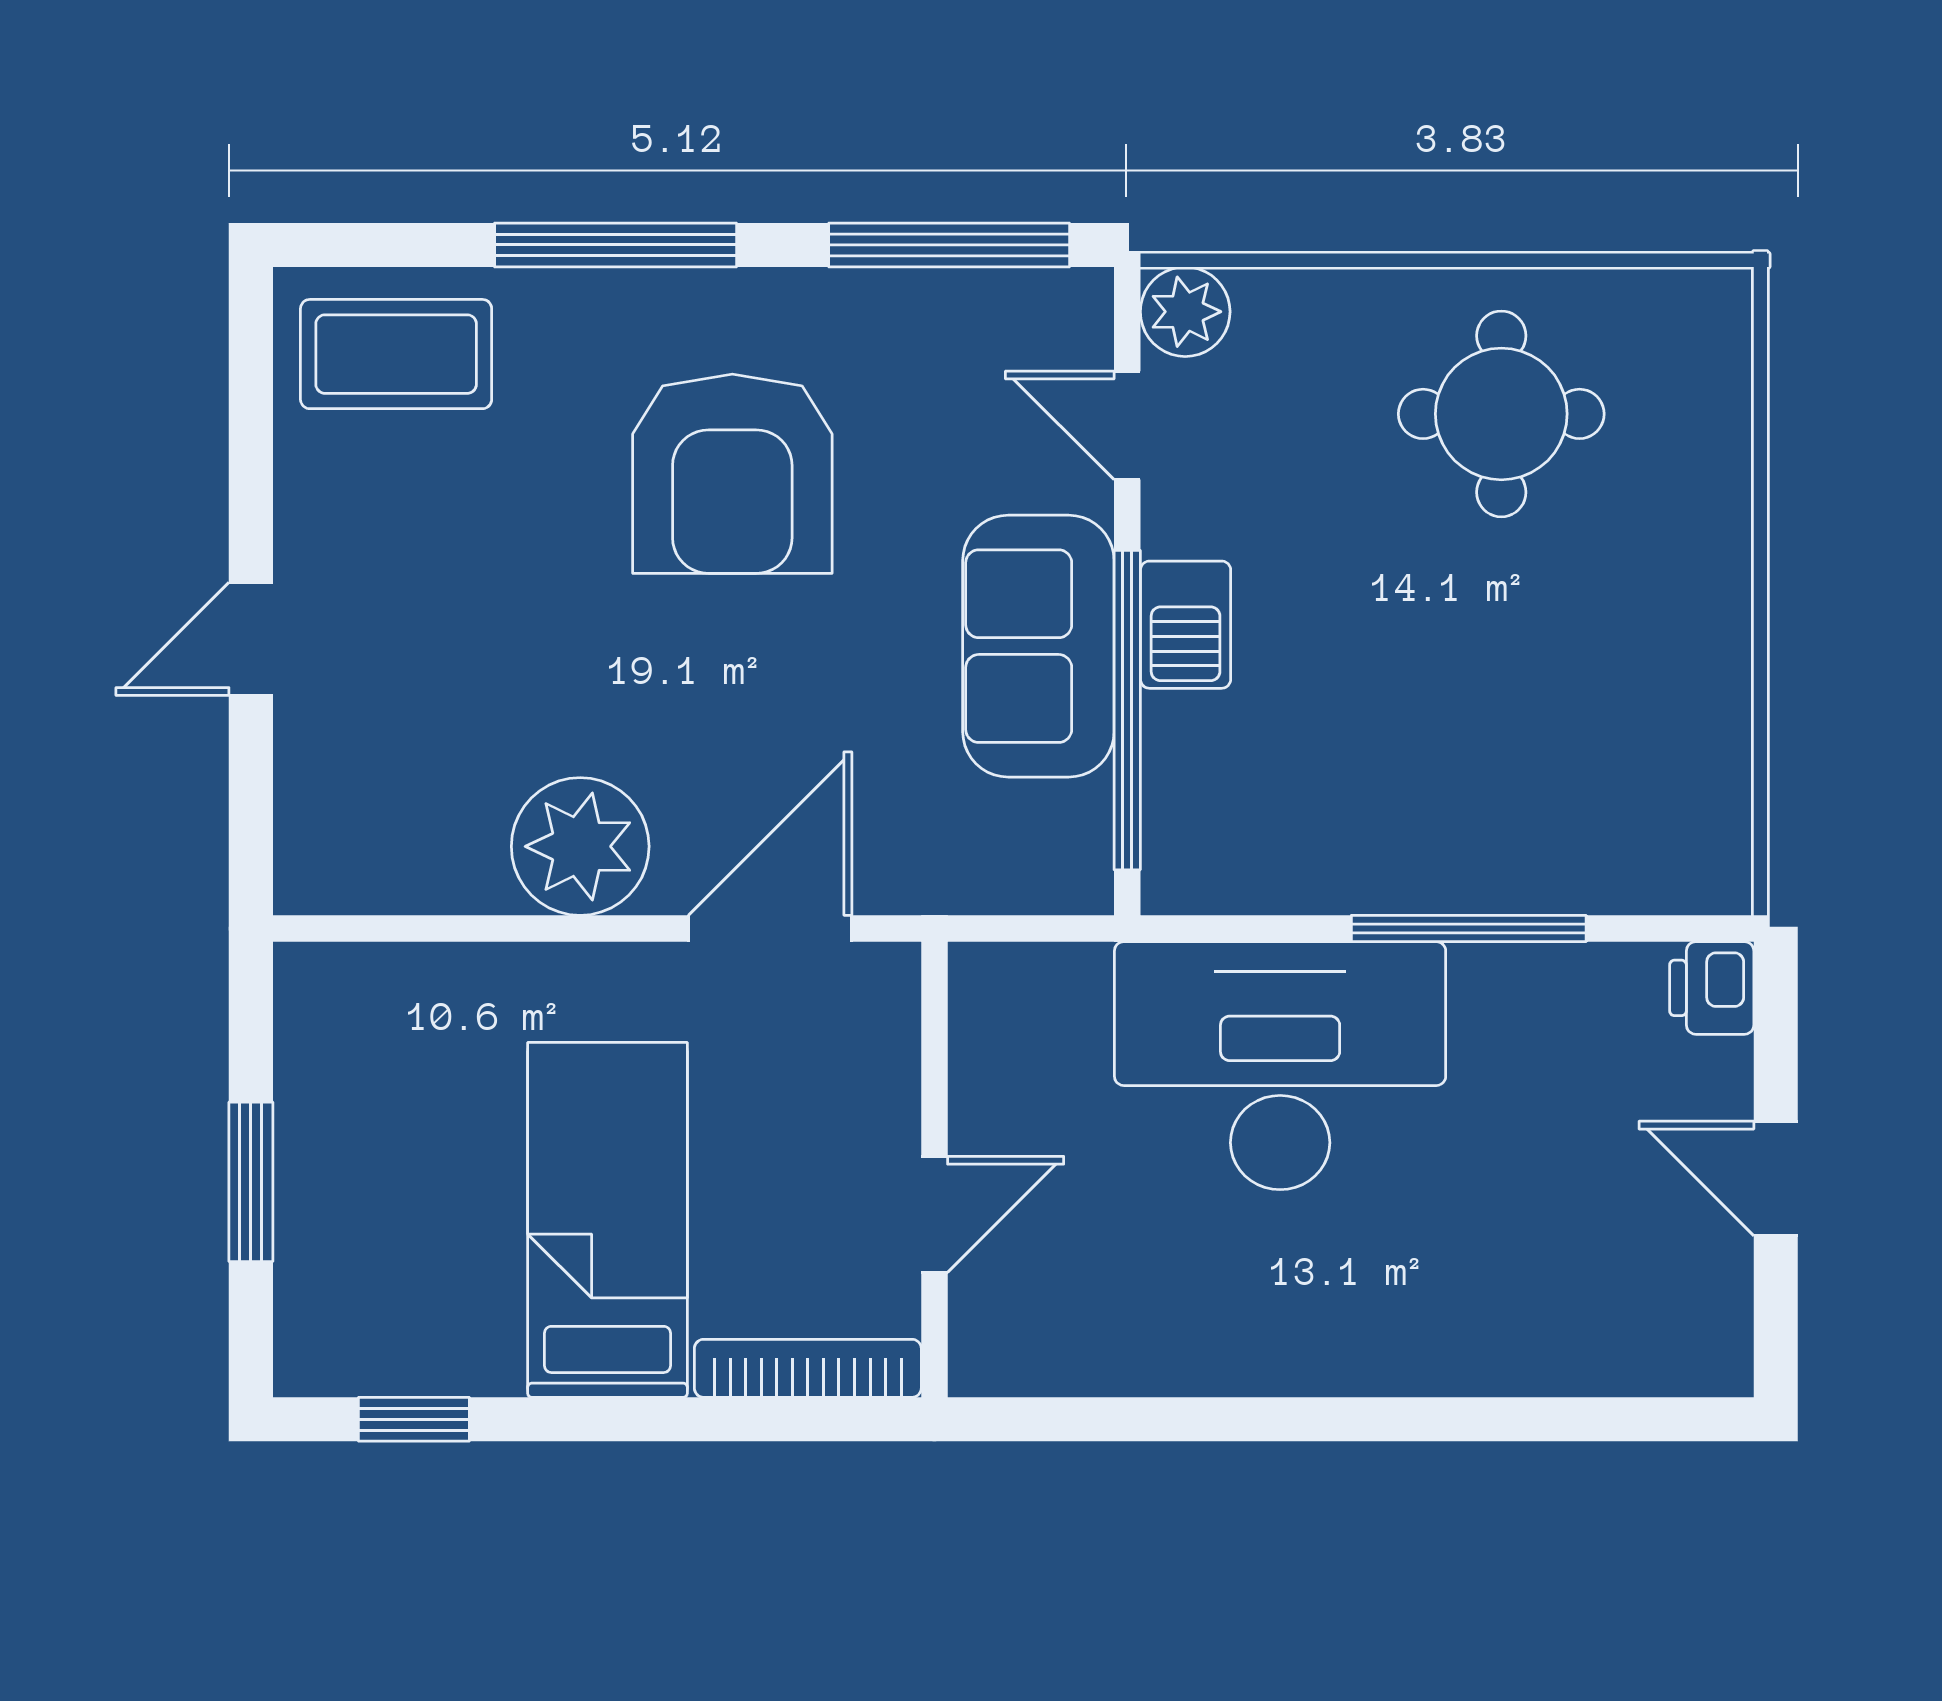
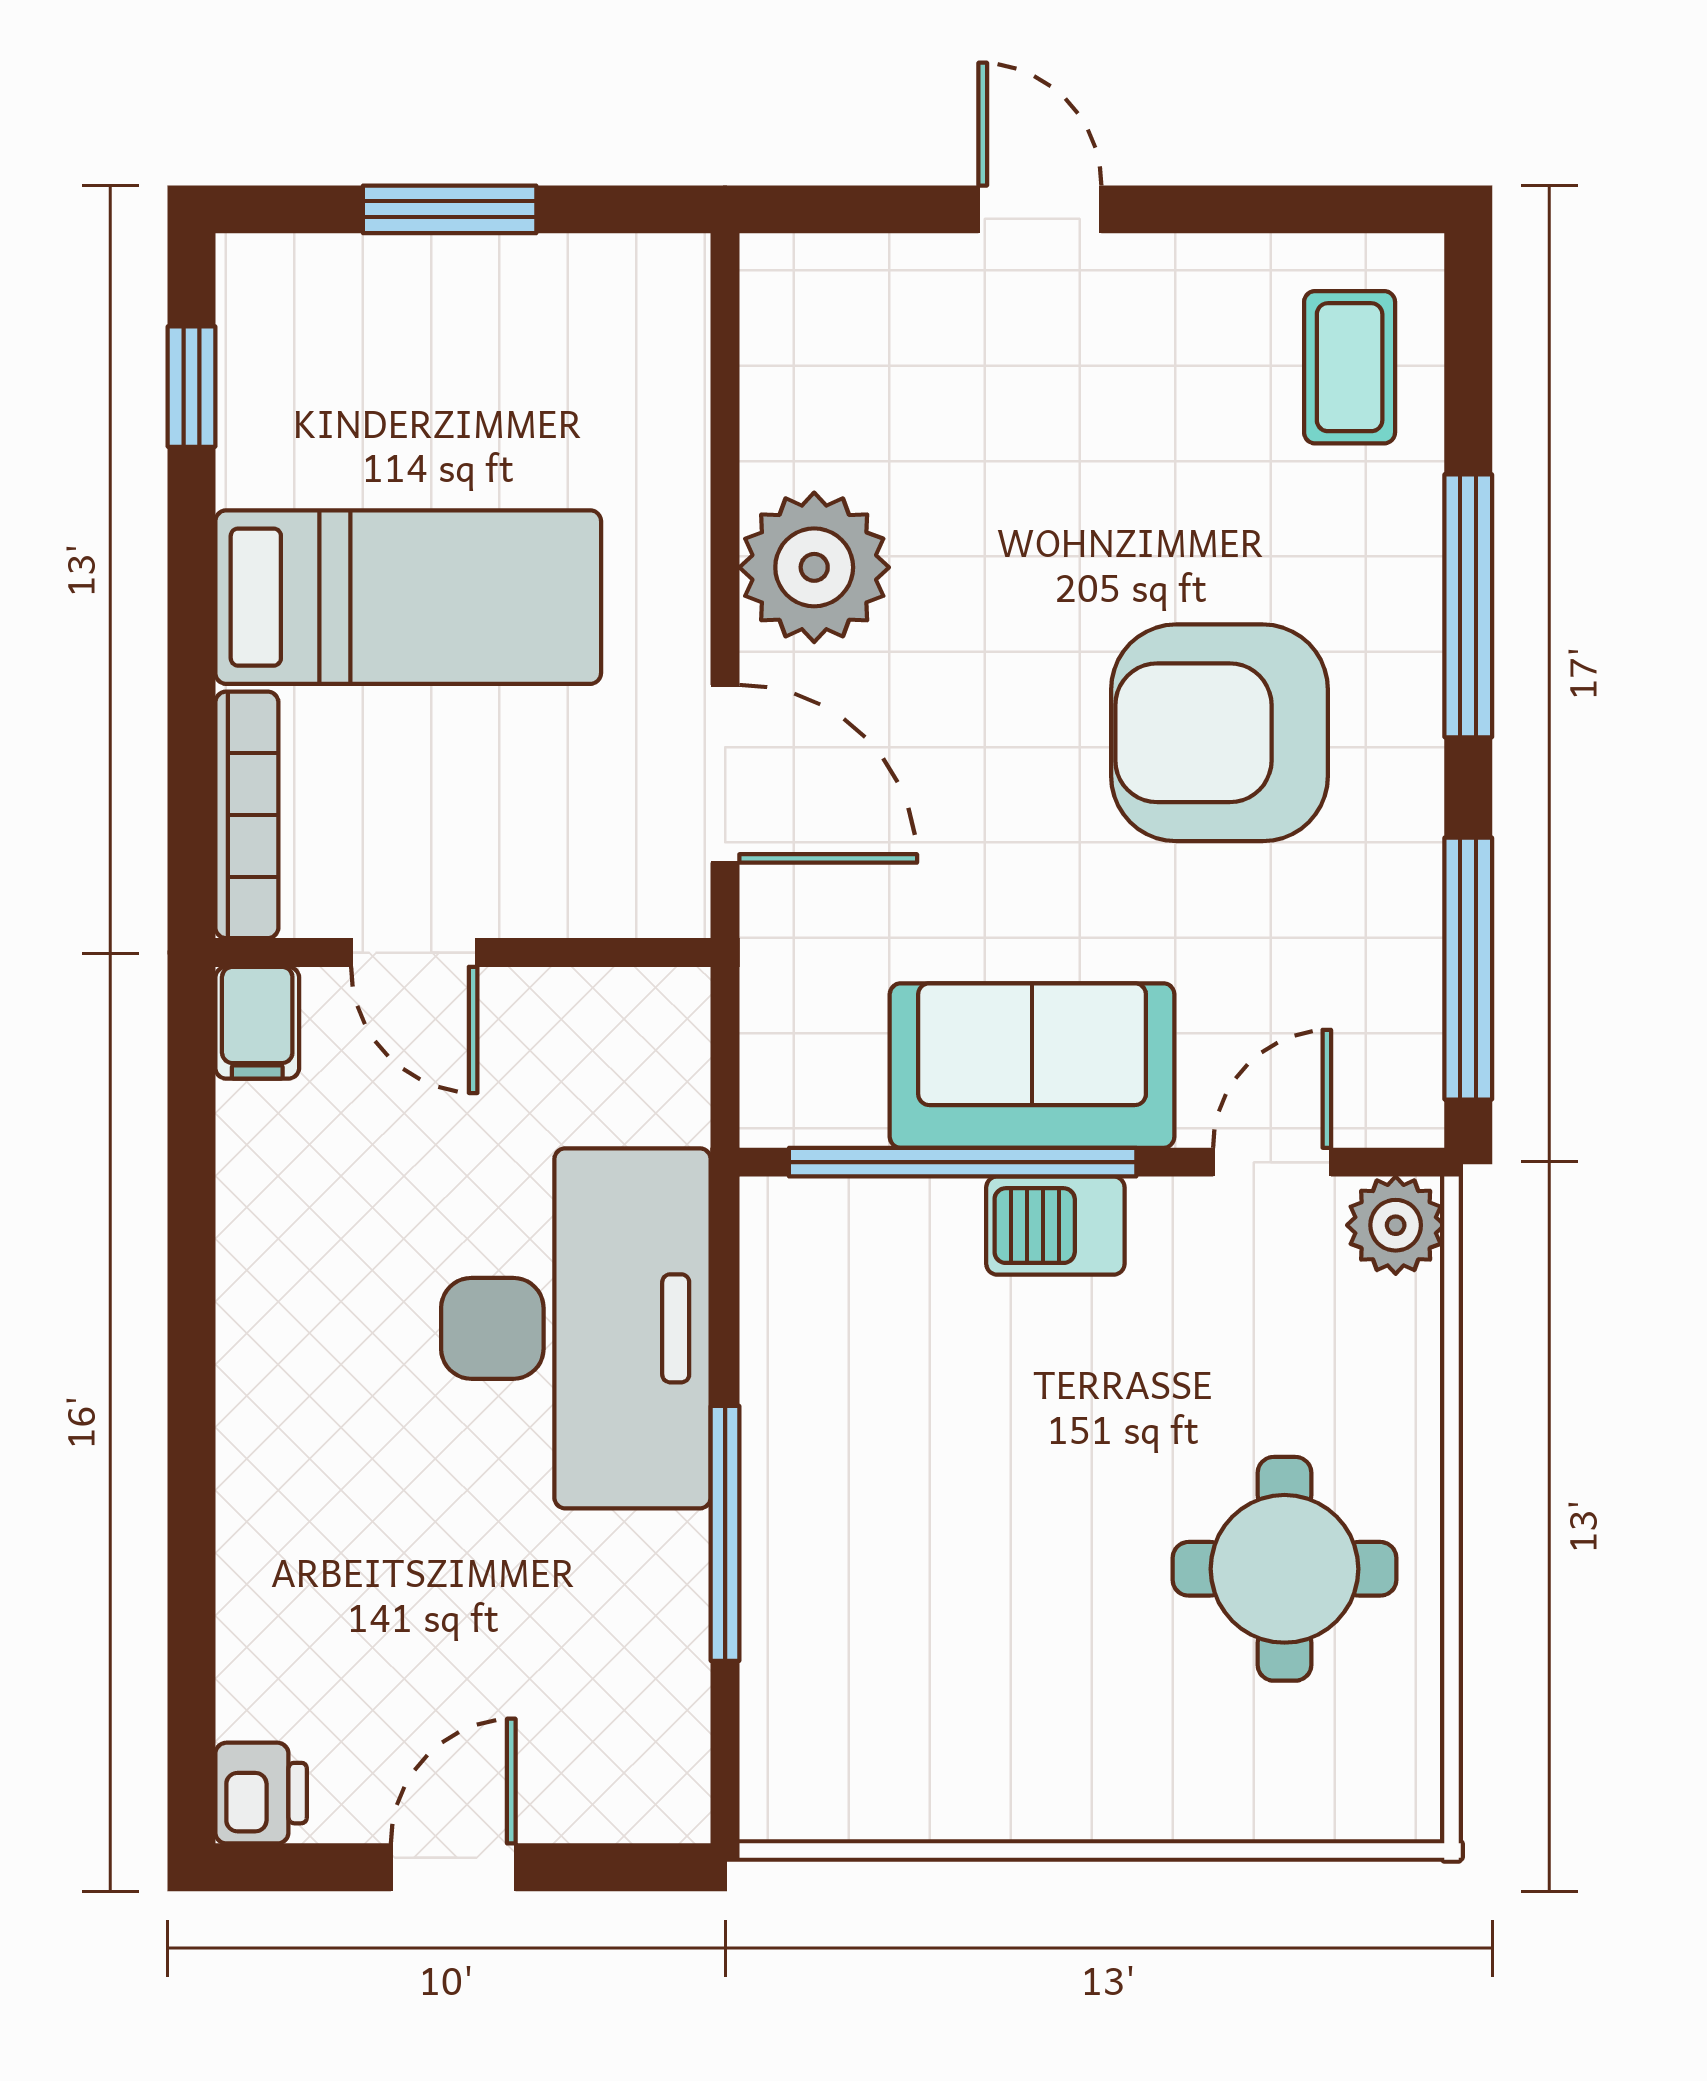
coffee table: (396, 354) -> (1350, 367), width x0.73, depth x0.77
printer: (1712, 988) -> (261, 1793), moved, turned 90
filing cabinet: (999, 1359) -> (257, 1023), added

